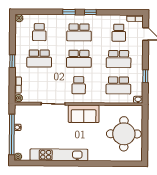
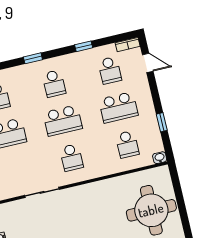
window: (90, 12) -> (84, 46), moved
school desk: (79, 32) -> (54, 84), width x0.54
school desk: (118, 85) -> (127, 144), width x0.54
sofa: (84, 114) -> (88, 196), removed

